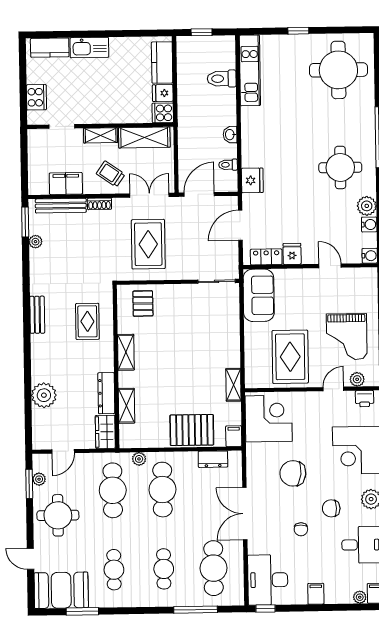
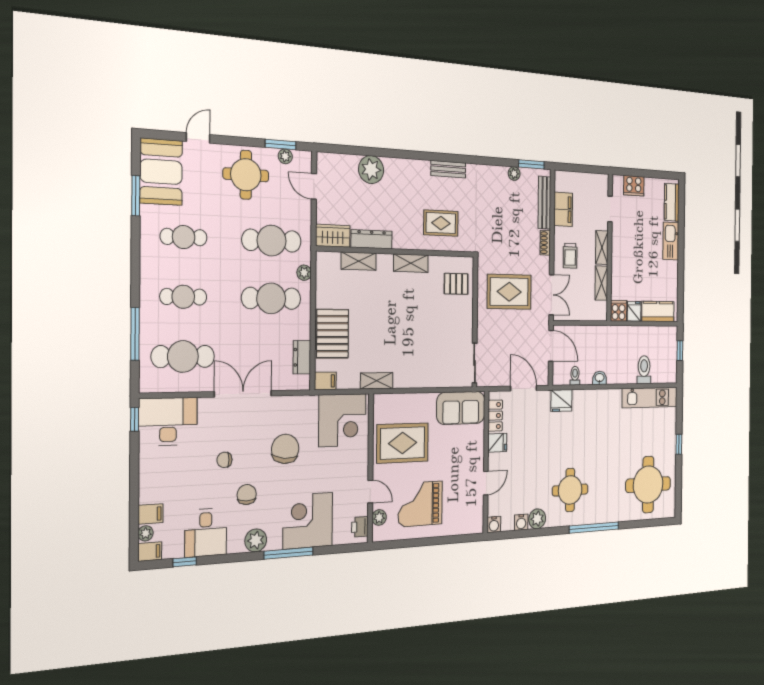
shelving: (144, 137) -> (601, 283), width x0.67, depth x0.75
trolley: (111, 174) -> (570, 256), turned 145
filing cabinet: (316, 594) -> (151, 514), moved

